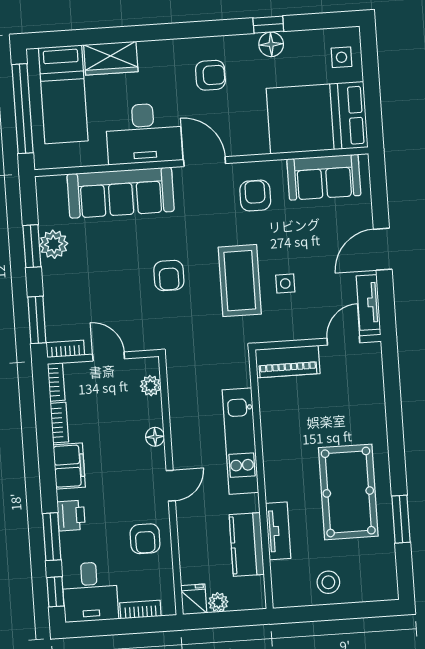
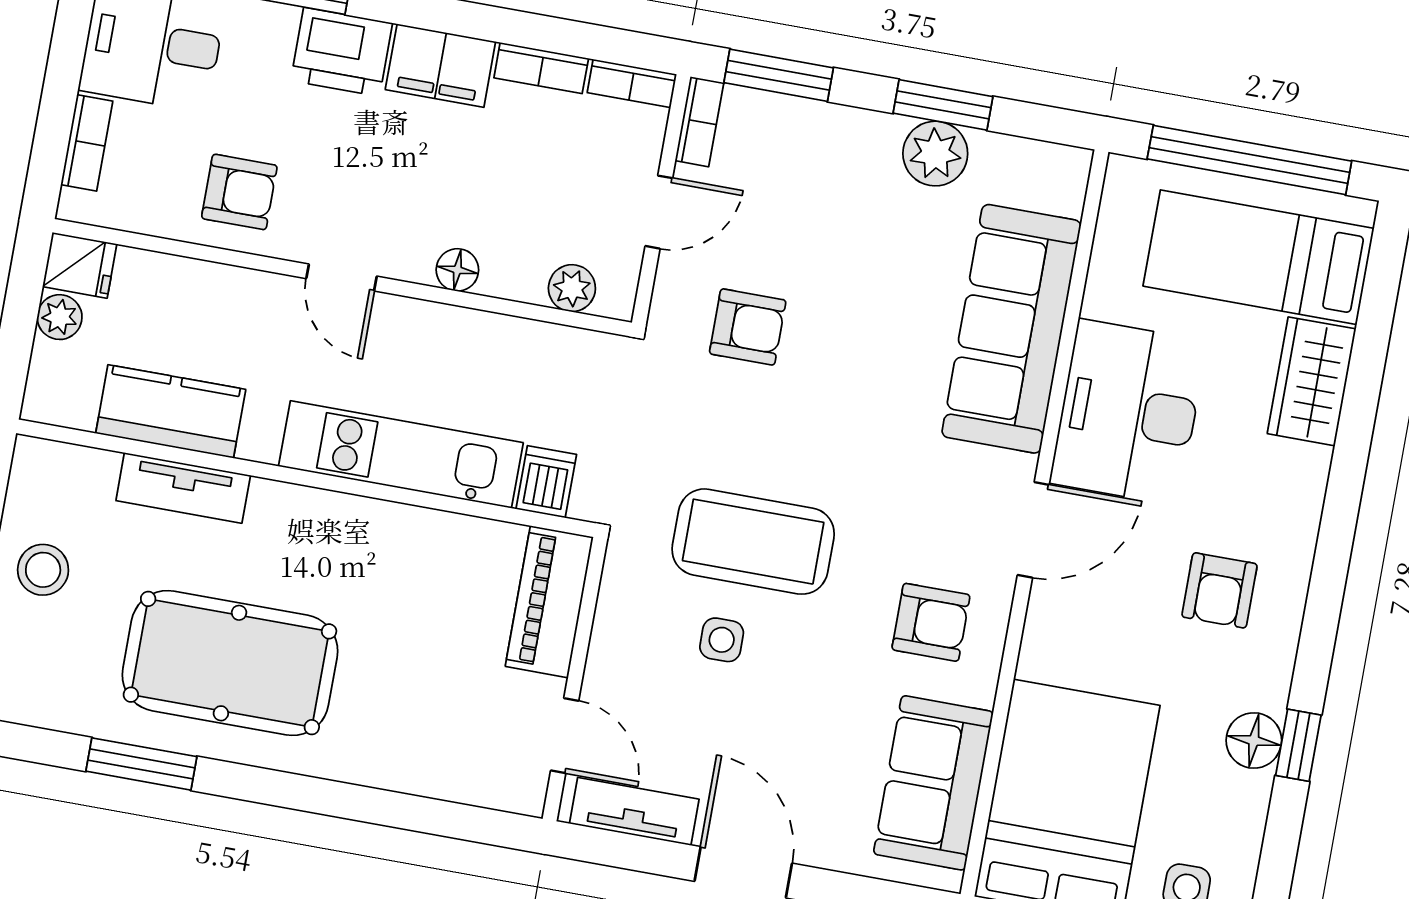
armchair: (169, 276) -> (748, 327), moved, turned 180
dishwasher: (236, 376) -> (546, 482), added
printer: (71, 516) -> (342, 52), width x1.36, depth x1.24
armchair: (145, 539) -> (239, 192), turned 180

